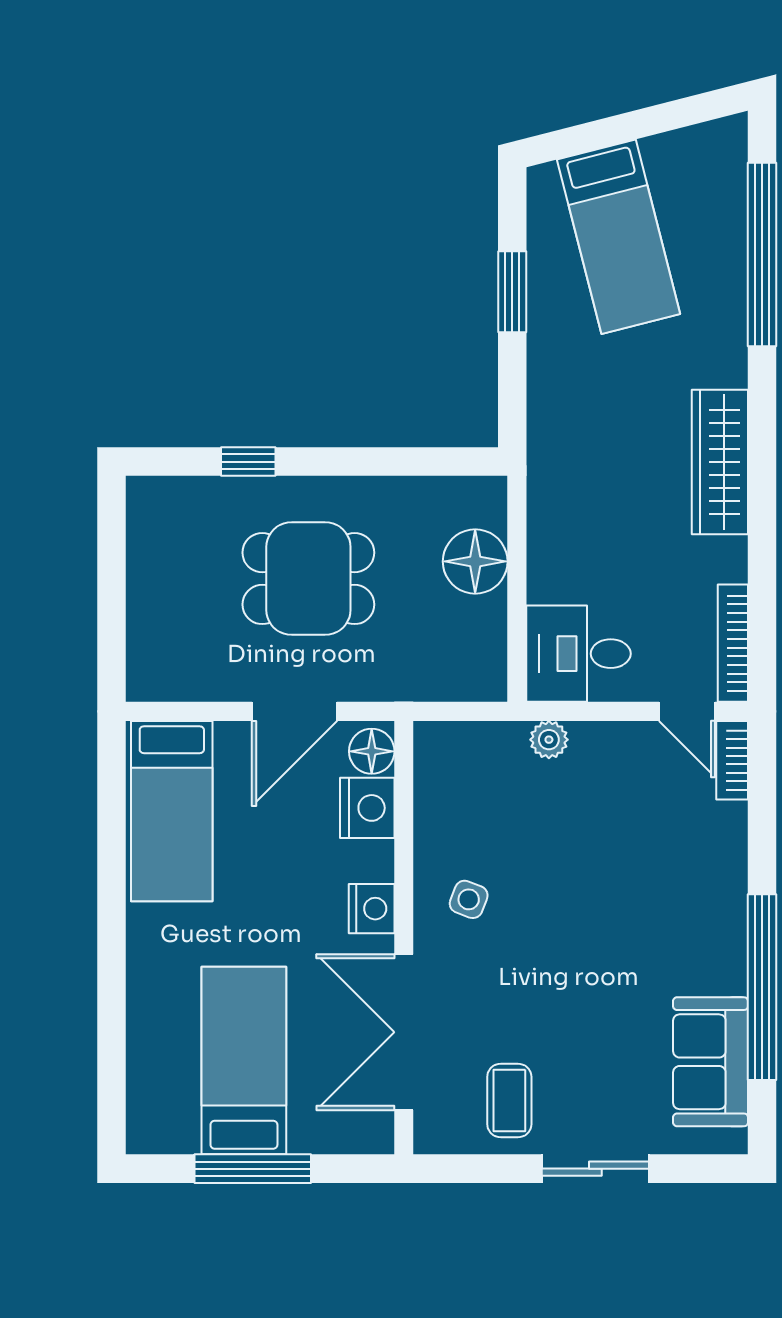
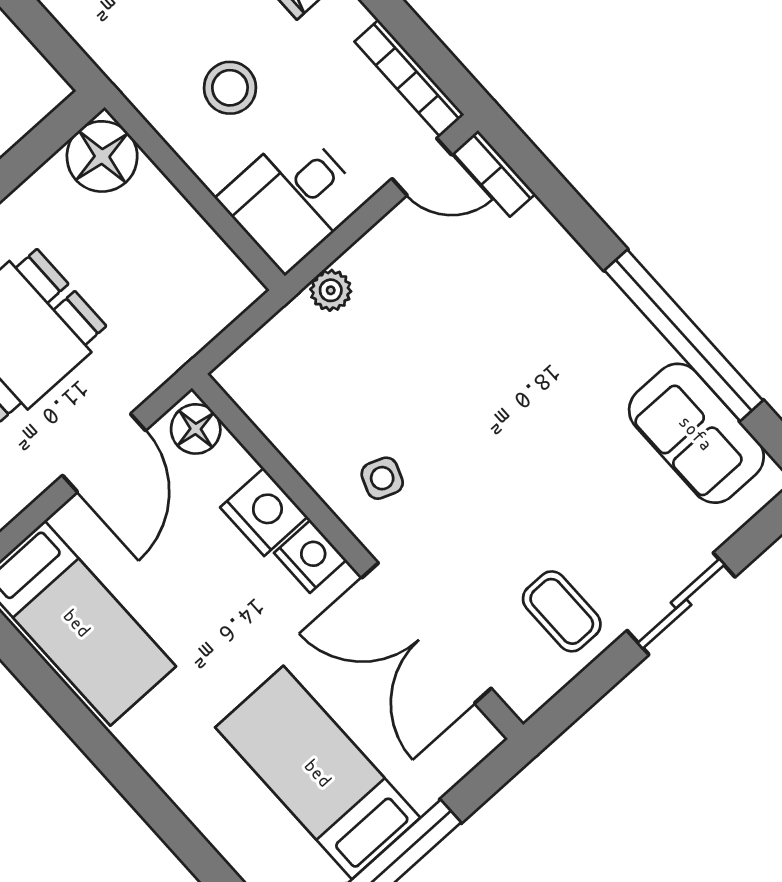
stool: (605, 540) -> (230, 88), added
floor lamp: (475, 561) -> (102, 156), moved
nightstand: (367, 808) -> (264, 512), moved

